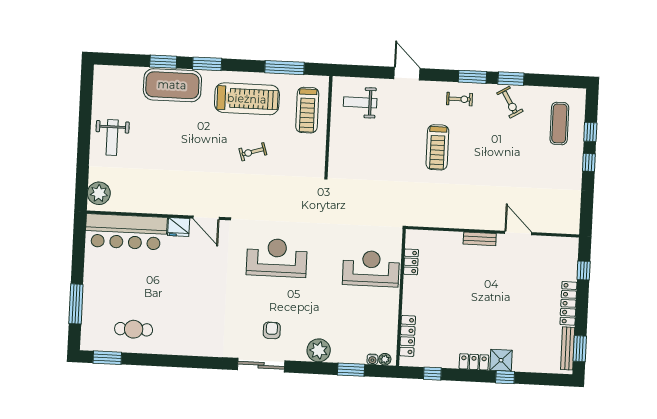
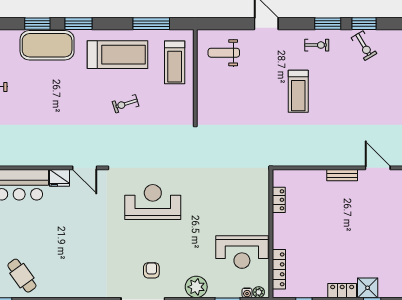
reception desk: (371, 268) -> (242, 252), moved, turned 180
cafe table: (134, 329) -> (22, 276), turned 54

